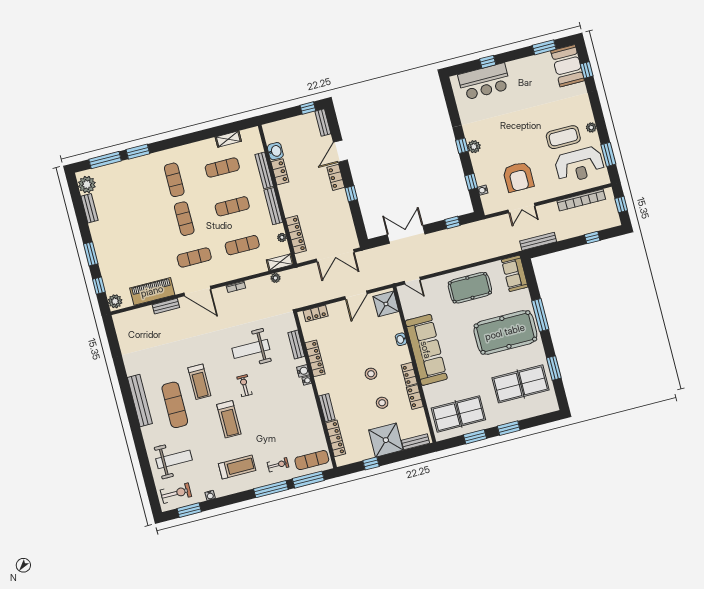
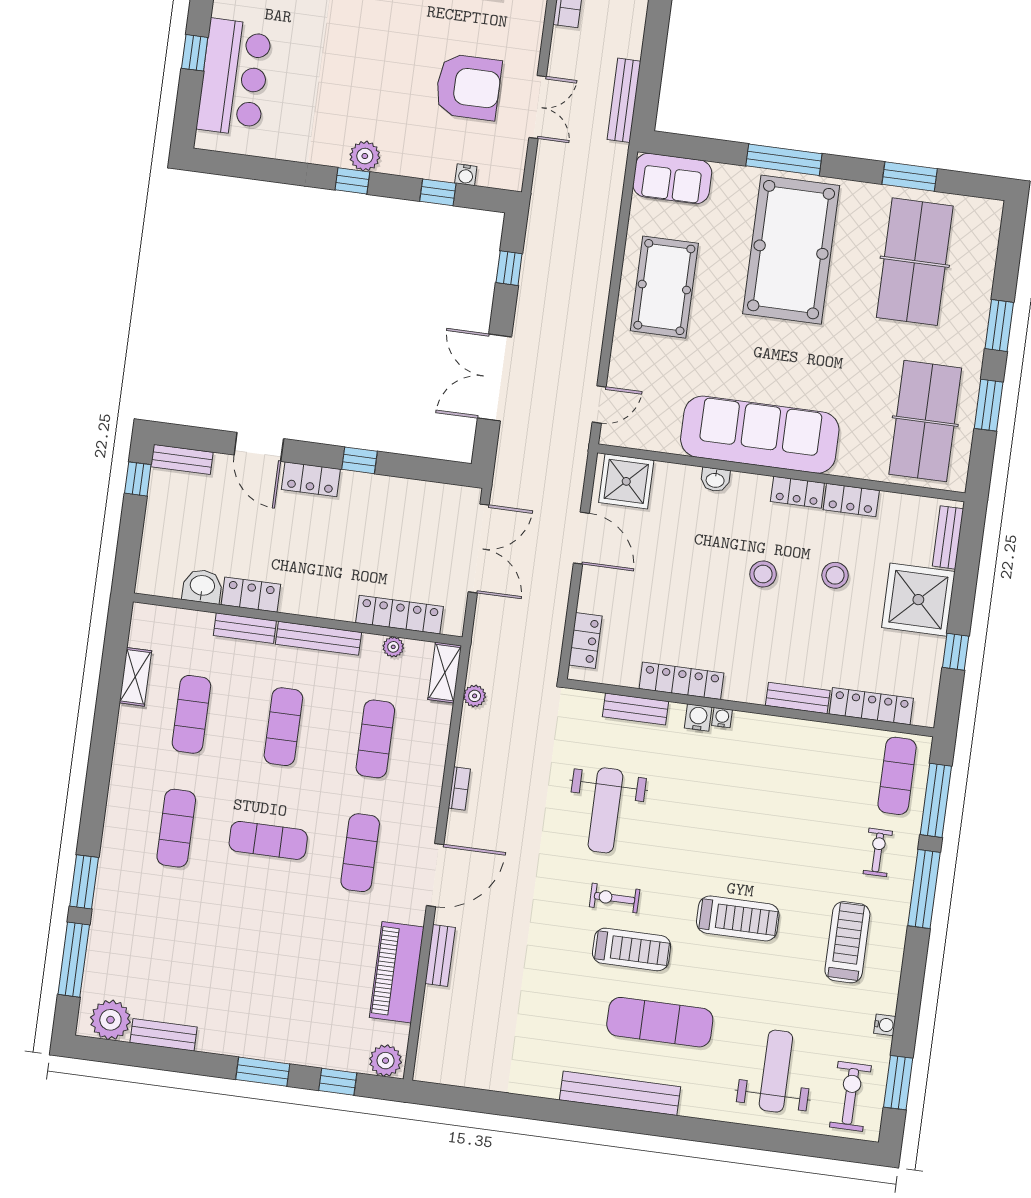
bench: (264, 170) -> (245, 628), width x0.73
exercise mat: (174, 180) -> (176, 828), turned 90
exercise bike: (244, 386) -> (615, 898), moved

